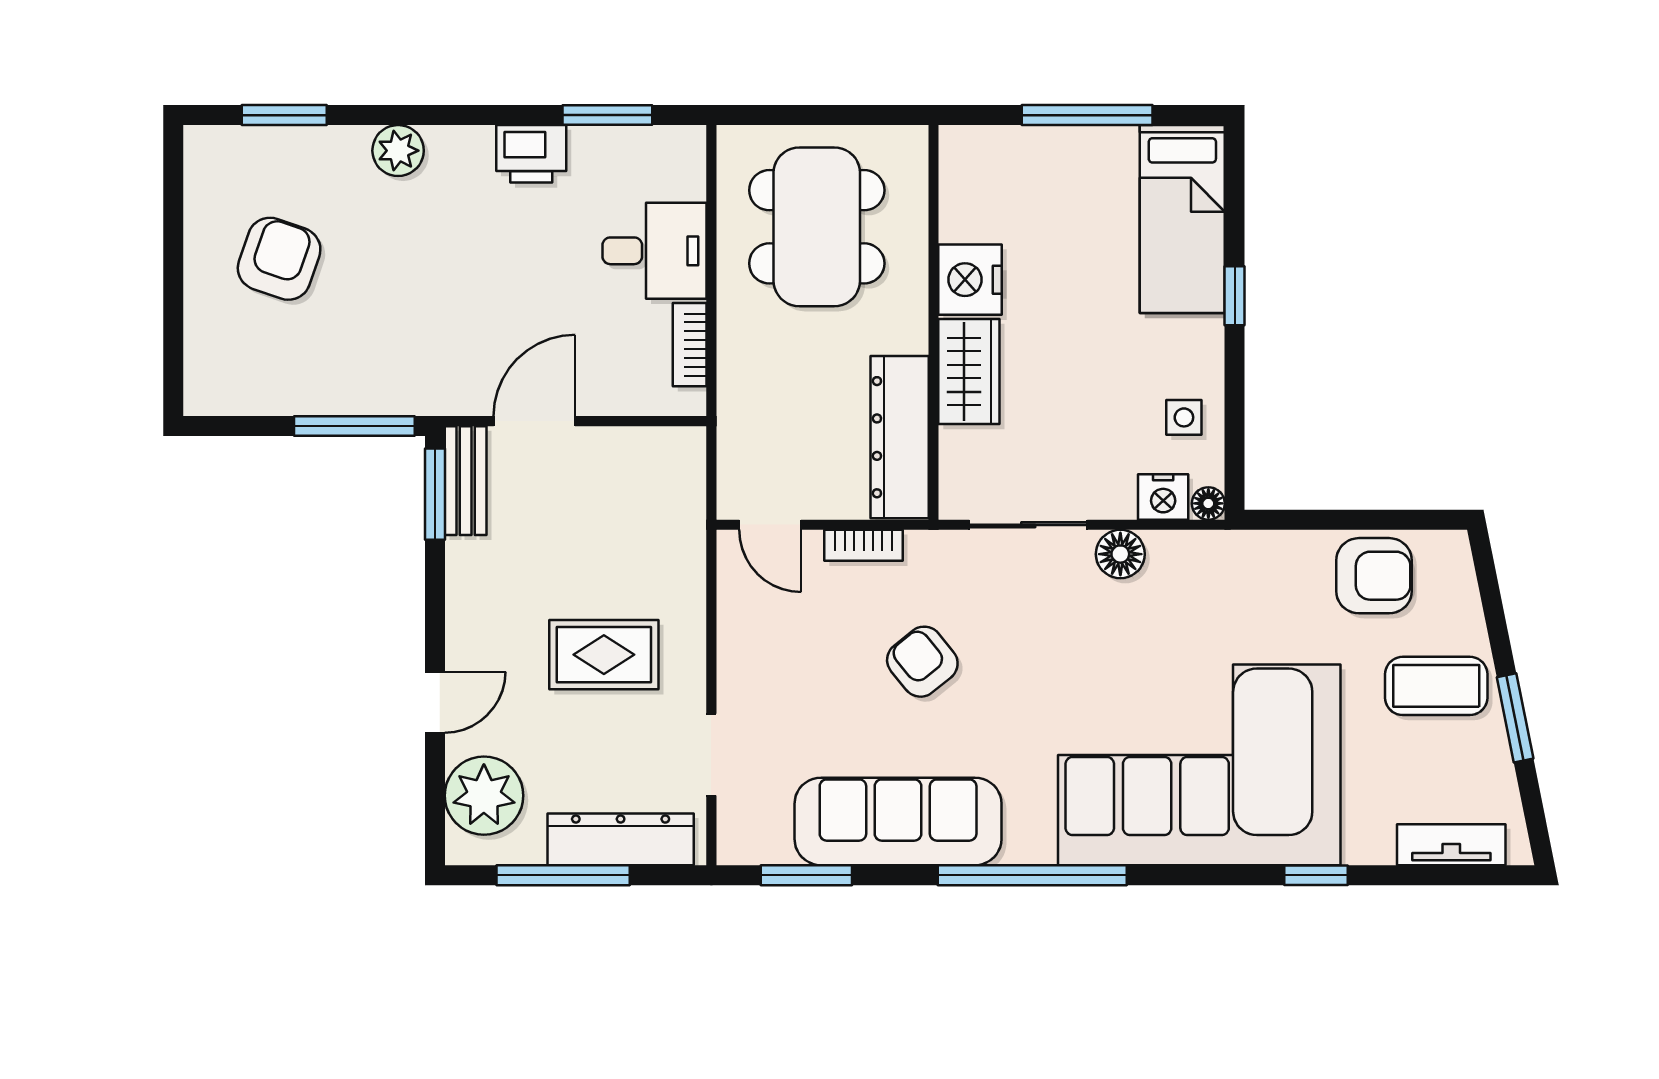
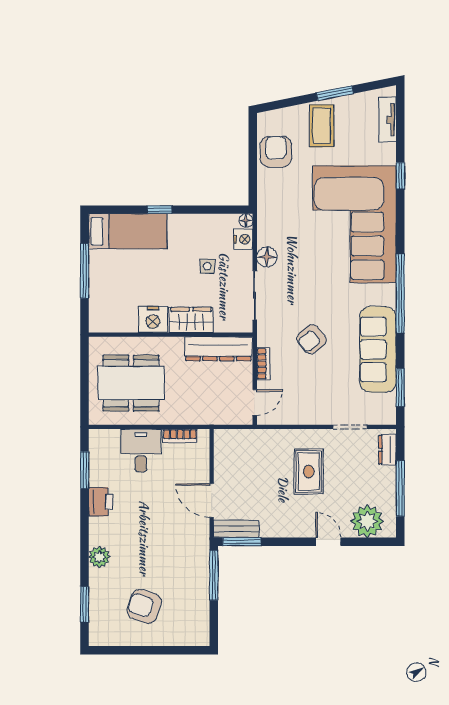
side table: (1184, 417) -> (207, 266), moved
dresser: (621, 839) -> (387, 450), width x0.51, depth x0.80

